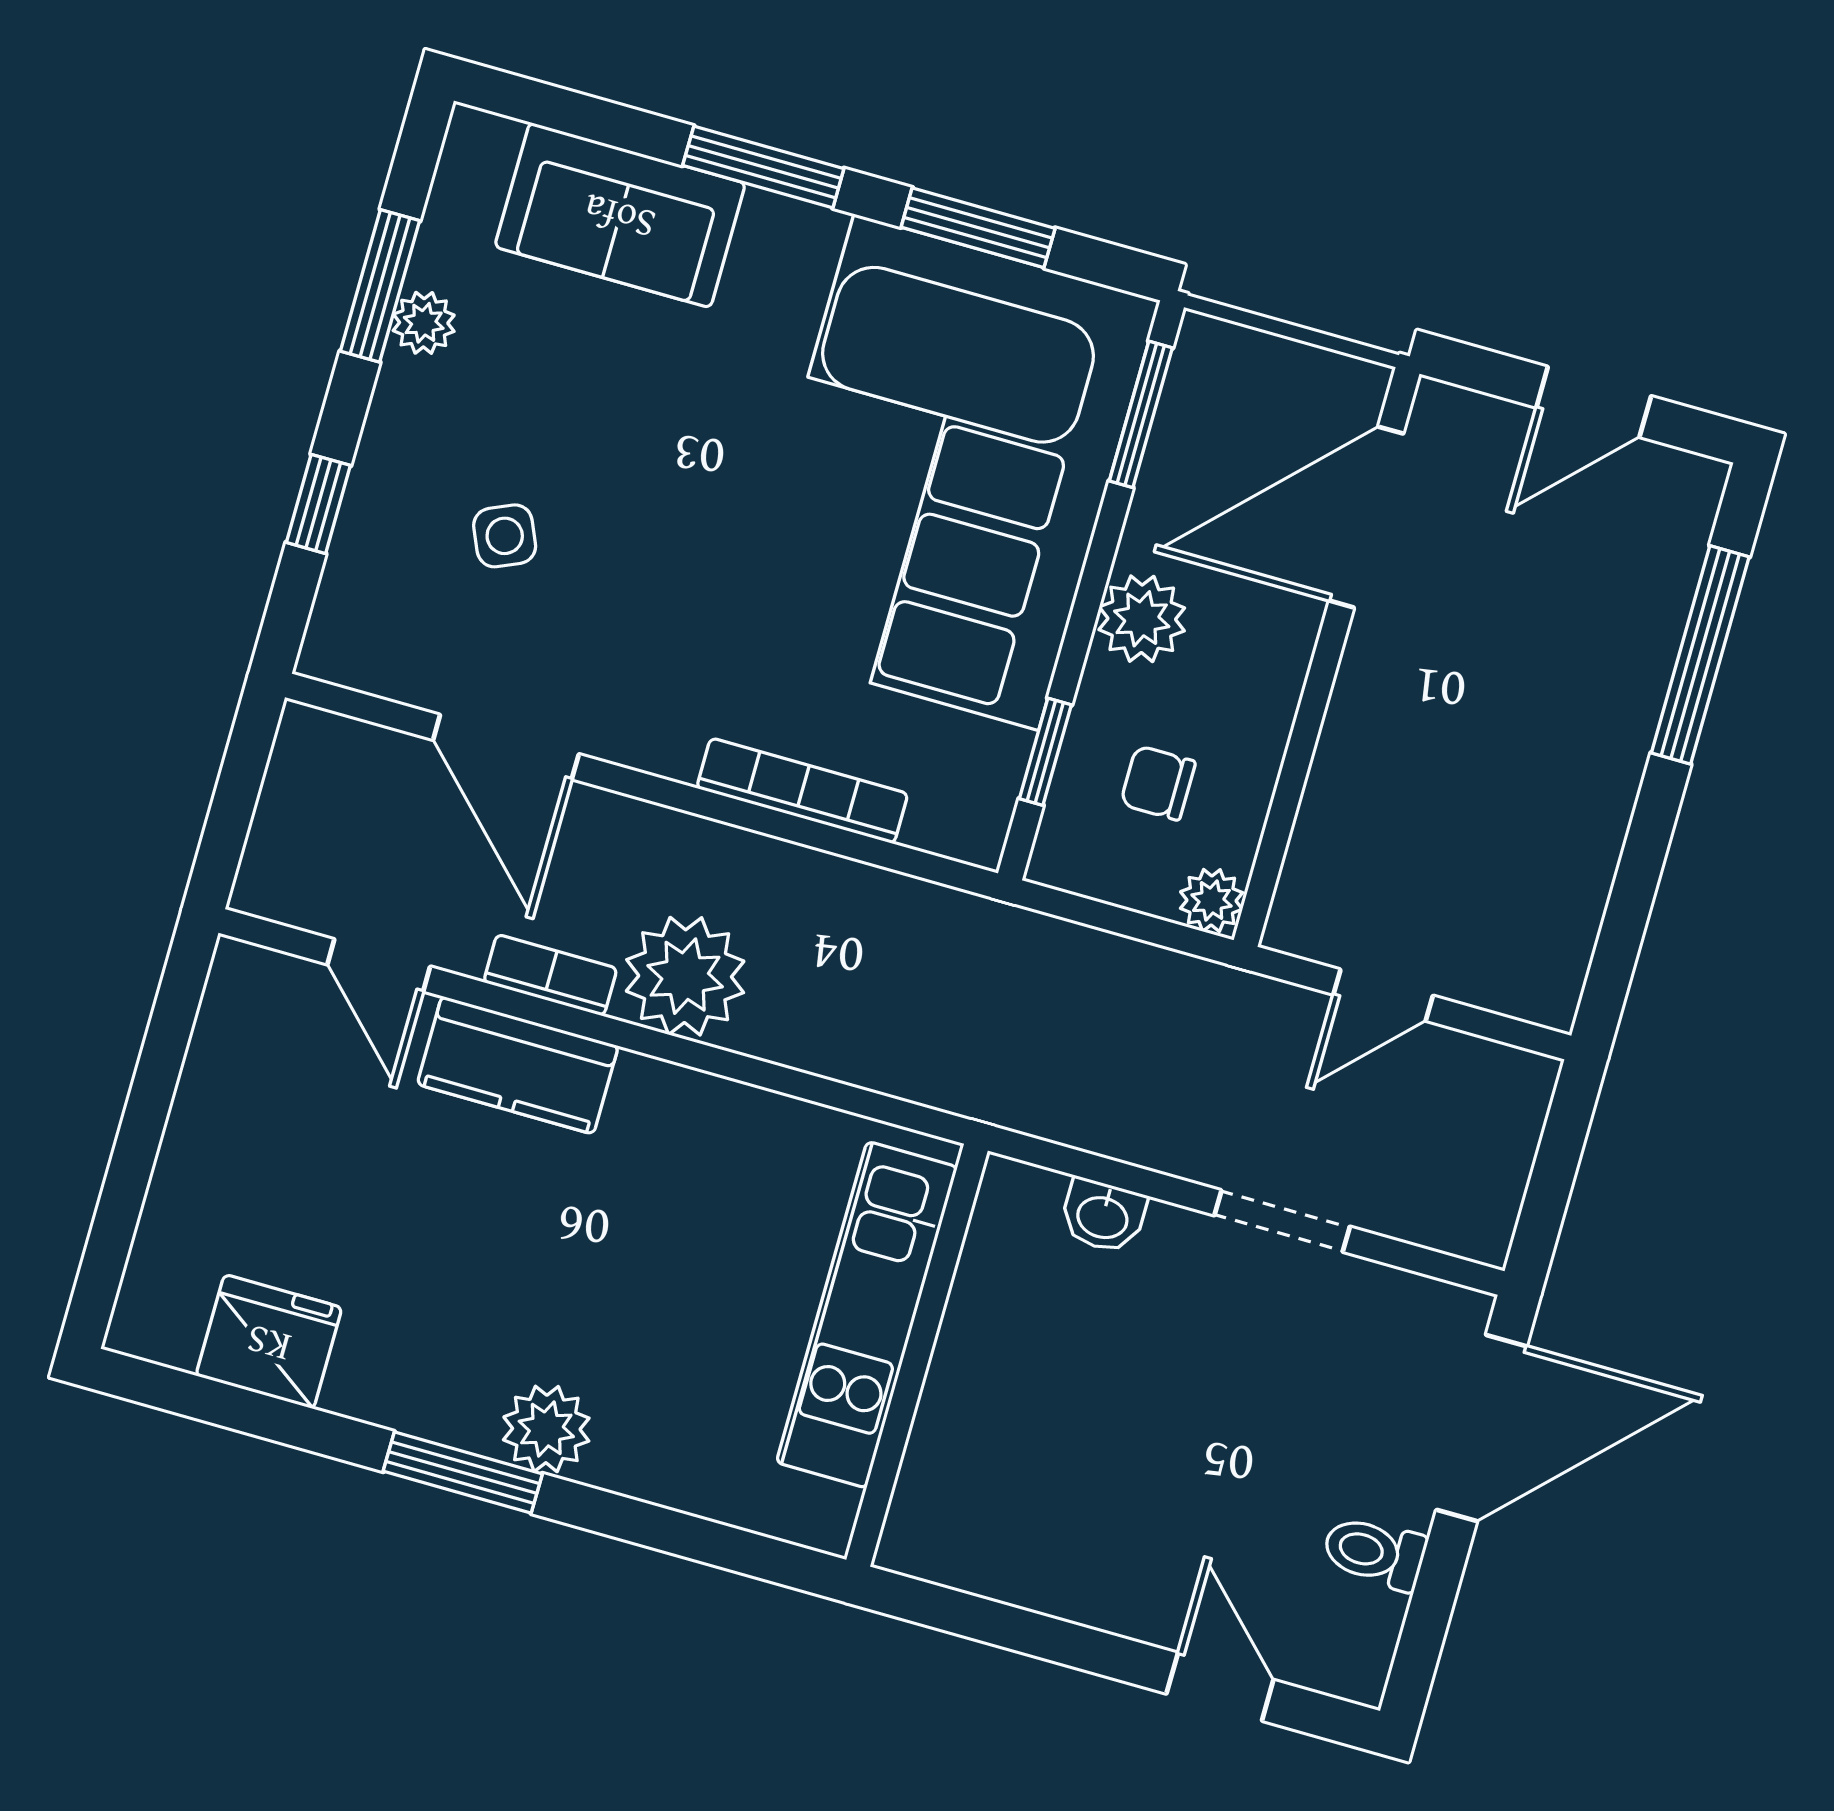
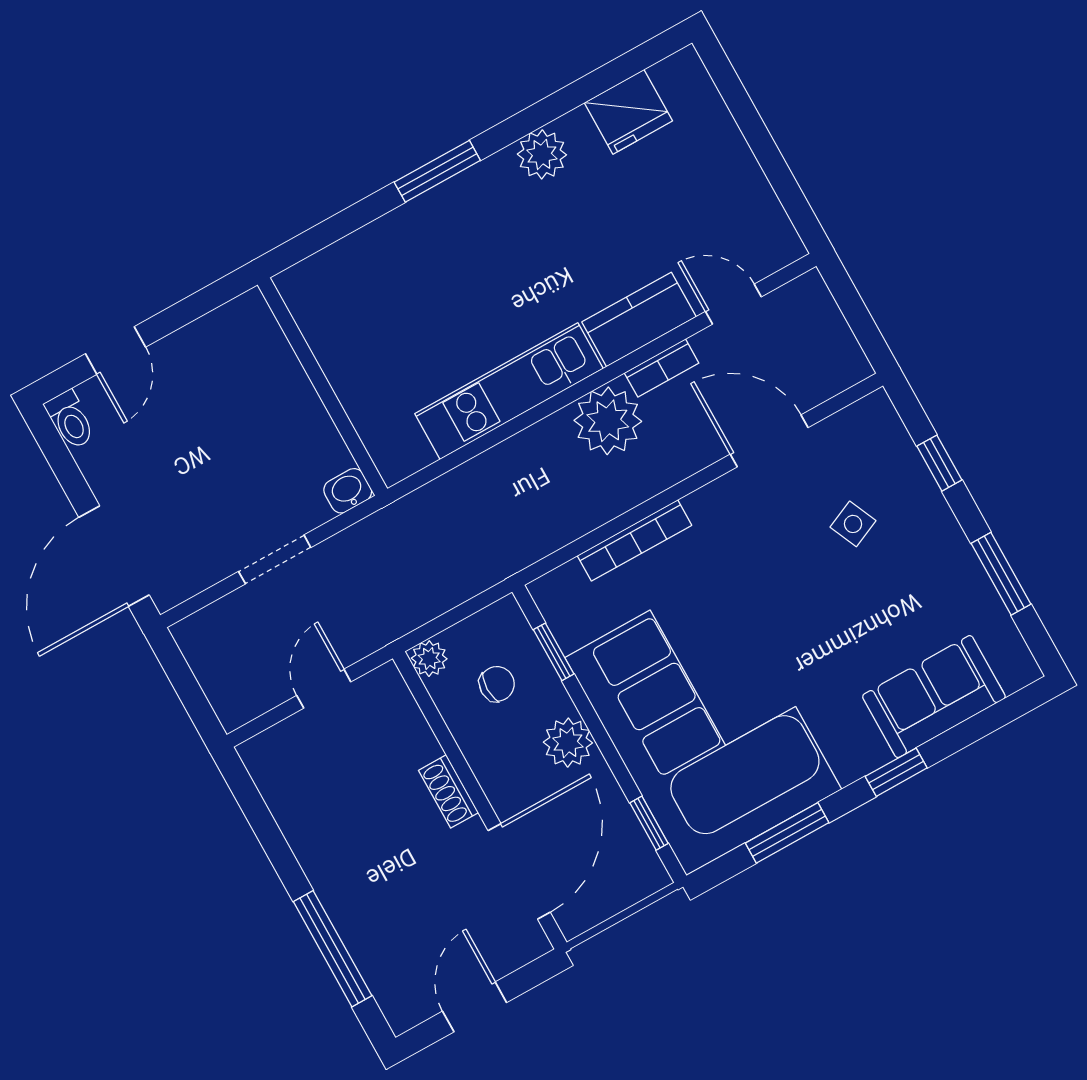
window: (763, 167) -> (896, 772), width x0.67
plant: (424, 323) -> (969, 576), removed
window: (1141, 414) -> (649, 823), width x0.67
shoe rack: (1355, 708) -> (448, 791), added
kitchen unit: (867, 1315) -> (509, 391), moved, turned -90
wall: (917, 1355) -> (323, 387), moved
plant: (546, 1429) -> (542, 154), moved
window: (463, 1473) -> (437, 171), moved
toilet: (1374, 1553) -> (70, 420), moved, turned 90
door: (1220, 1687) -> (115, 350), hinge flipped

